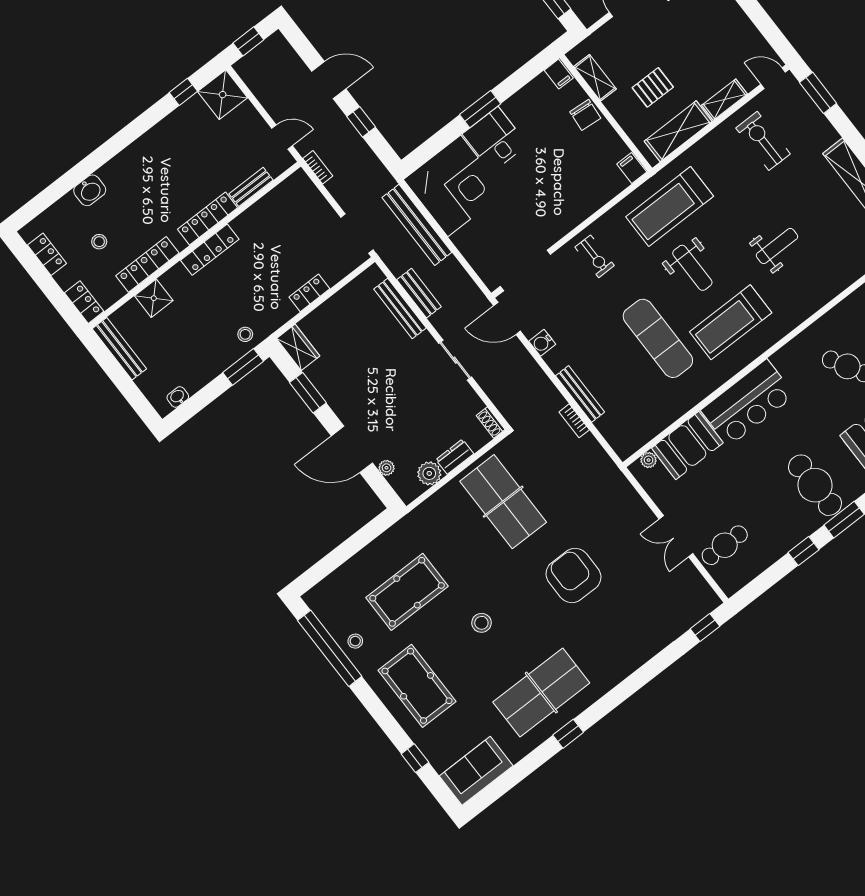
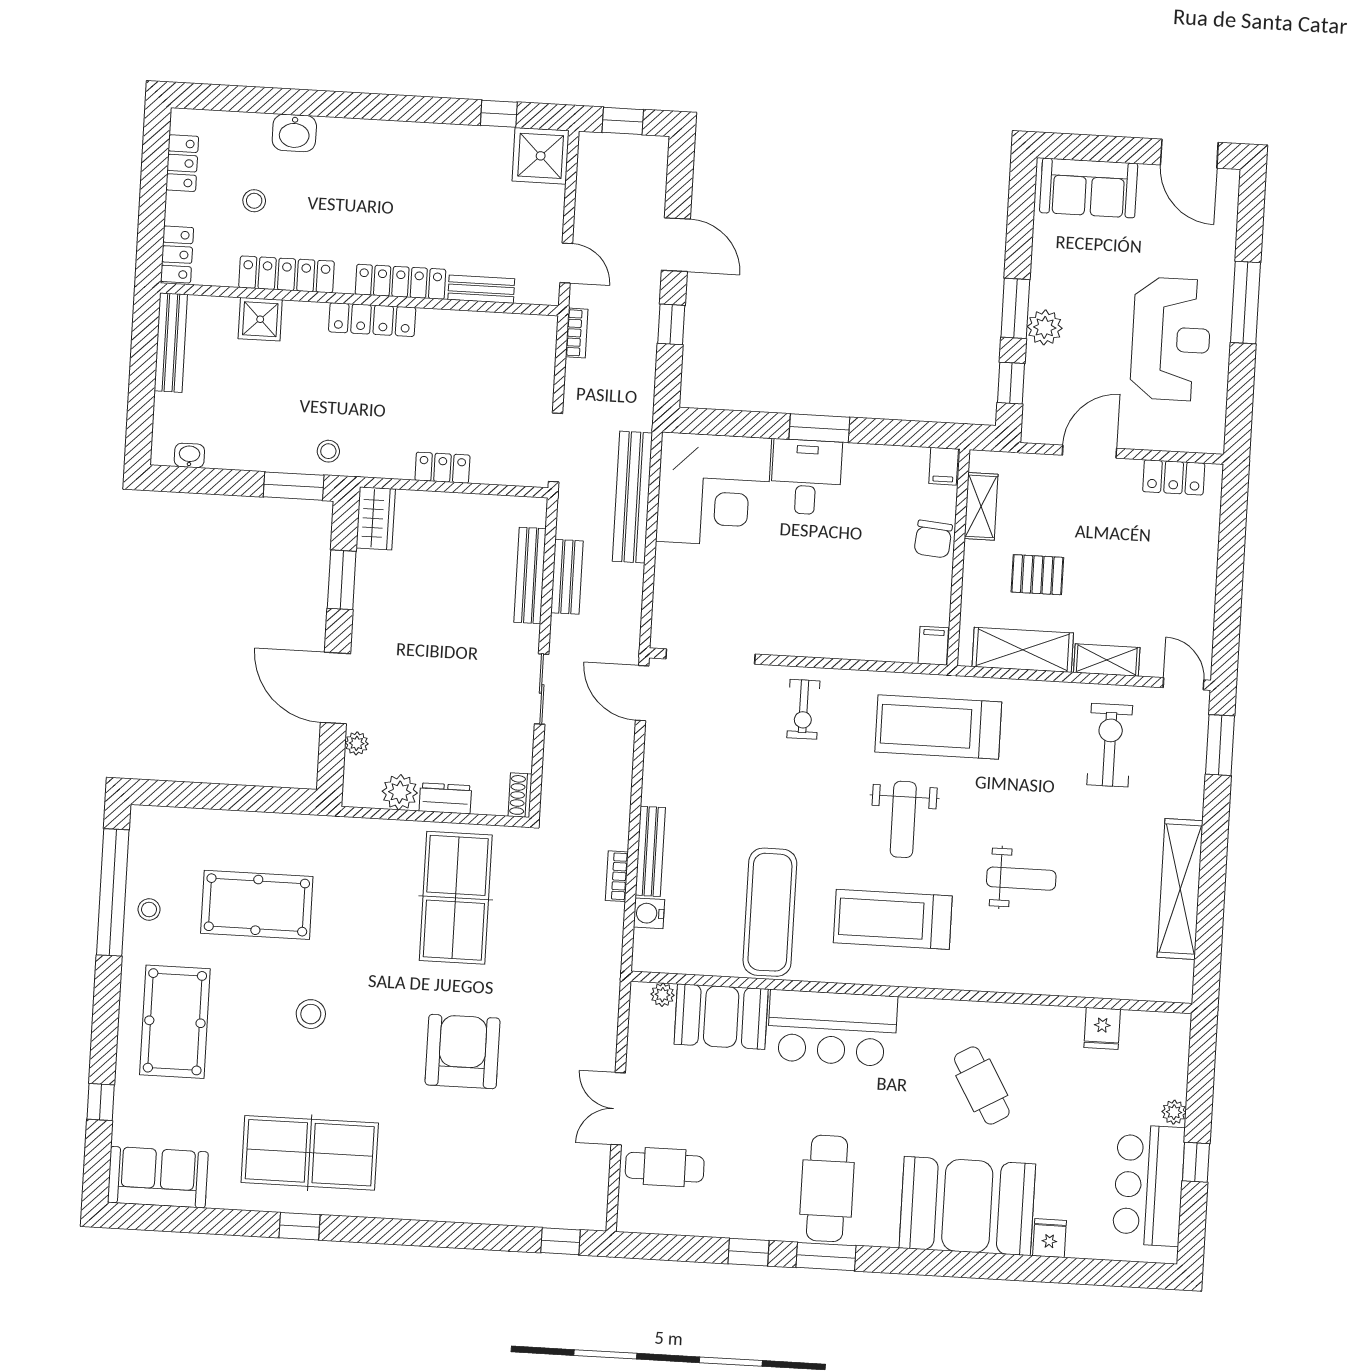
exercise mat: (658, 338) -> (770, 912), moved
water cooler: (542, 343) -> (649, 913), moved

